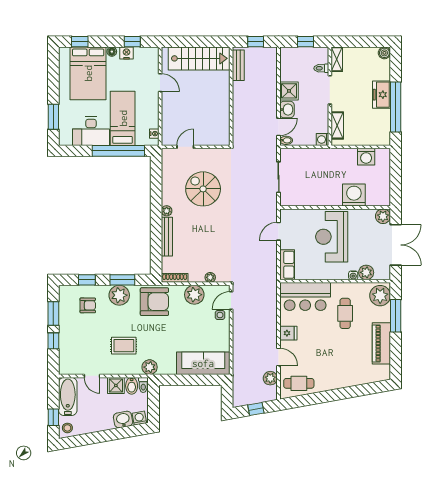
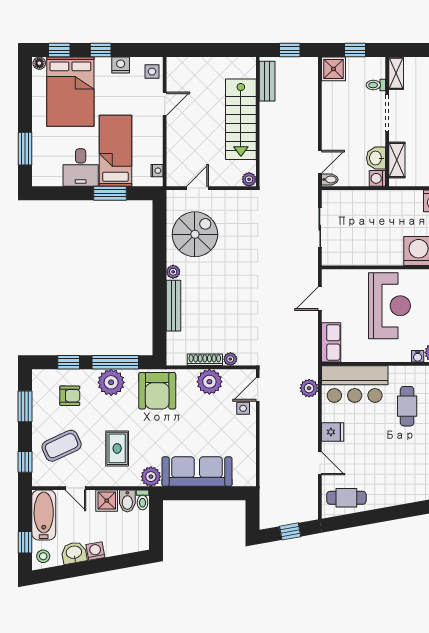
window: (132, 42) -> (101, 50), moved
floor lamp: (112, 52) -> (39, 63), moved
side table: (150, 58) -> (152, 72), added
stairs: (199, 58) -> (241, 119), moved, turned 90
door: (160, 83) -> (165, 104), hinge flipped
shower: (289, 91) -> (334, 69), moved
washbasin: (287, 110) -> (376, 158), moved, turned 180
desk: (91, 131) -> (81, 168), width x0.73
plant: (225, 140) -> (249, 179), added
window: (118, 151) -> (110, 193), width x0.47
spiral stairs: (203, 189) -> (195, 234), moved, turned 90
reception desk: (332, 237) -> (389, 306), turned 180
shoe rack: (175, 278) -> (205, 360), moved
window: (122, 280) -> (115, 362), width x1.44
armchair: (154, 302) -> (157, 391), turned 90
window: (53, 341) -> (25, 462), moved
coffee table: (81, 344) -> (62, 446), added
rug: (124, 346) -> (117, 448), turned 90
sofa: (203, 363) -> (197, 472), moved
plant: (270, 378) -> (309, 388), moved
washing machine: (139, 418) -> (95, 551), moved
washbasin: (123, 420) -> (74, 553), moved

